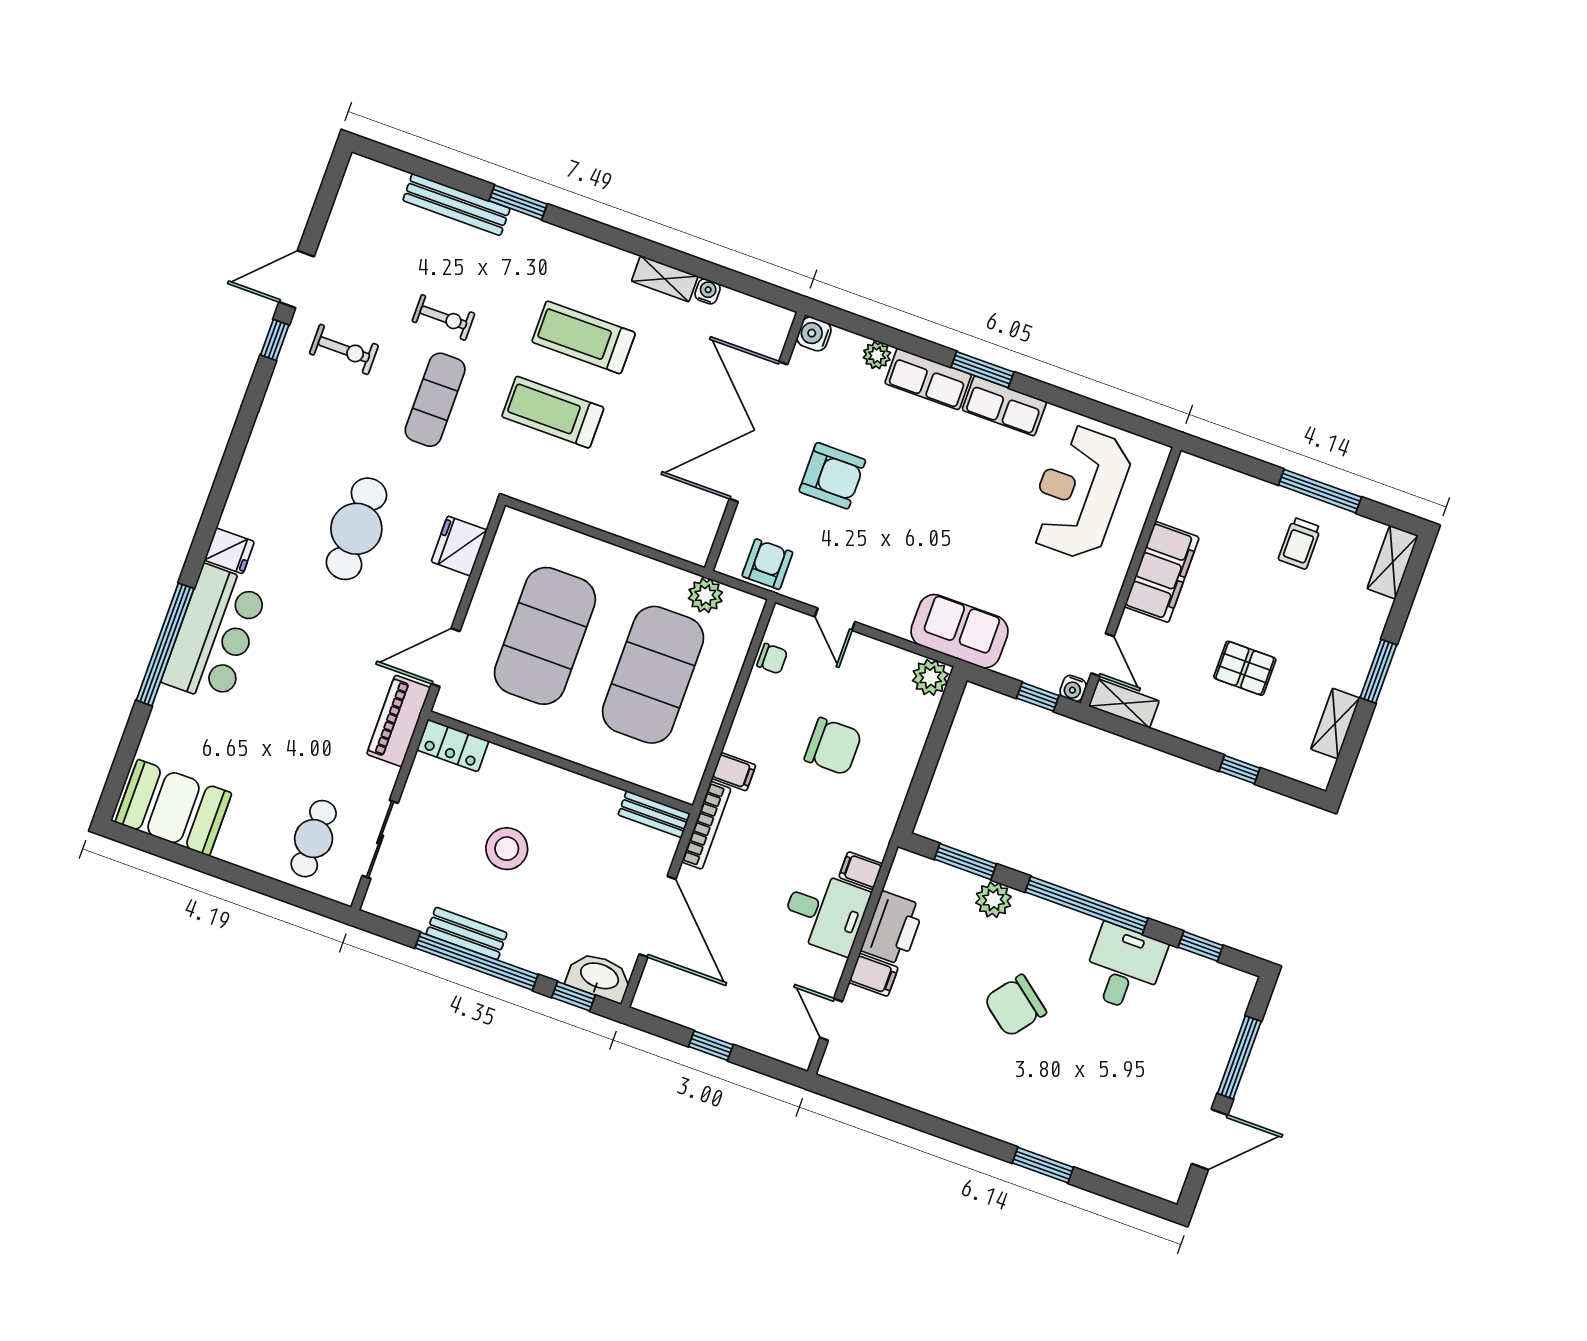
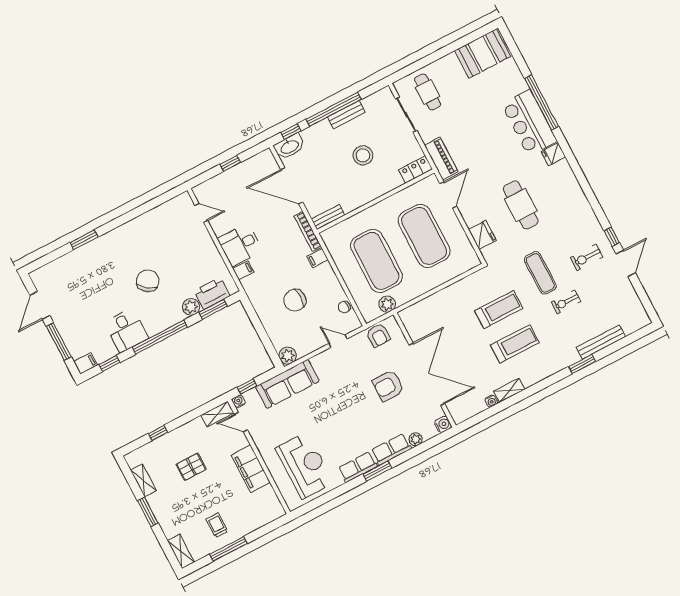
sofa: (960, 631) -> (287, 384), width x1.36
printer: (893, 928) -> (212, 293), moved, turned 90
filing cabinet: (873, 975) -> (86, 363), moved, turned 180

